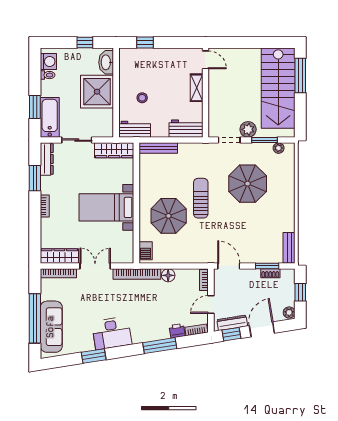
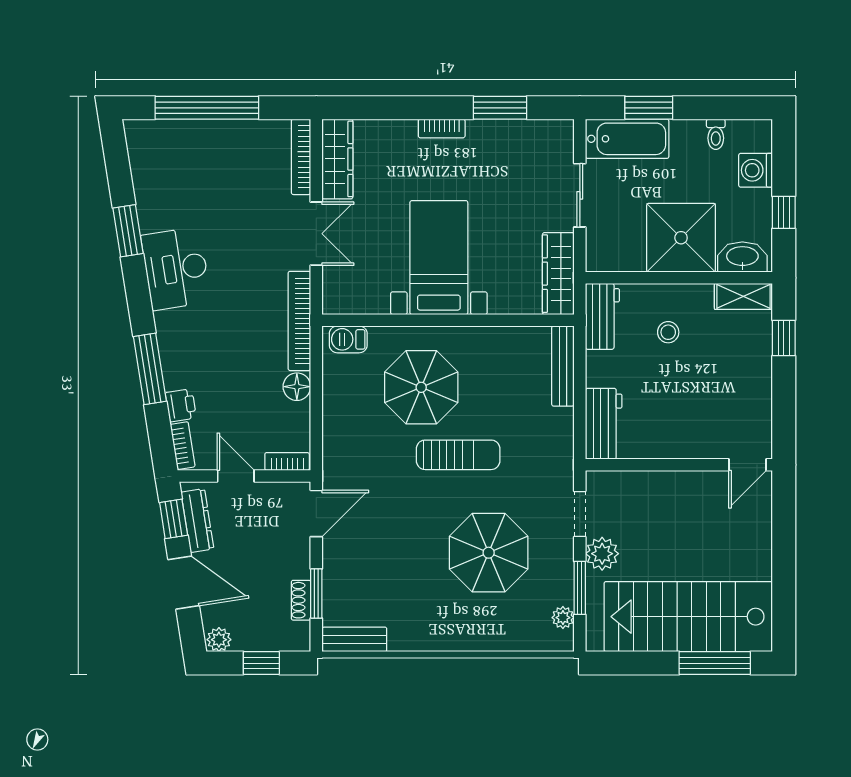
washing machine: (48, 61) -> (756, 170), moved, turned 90
shelving: (197, 88) -> (743, 296), moved
dresser: (47, 159) -> (540, 132), removed
sofa: (51, 327) -> (189, 142), removed

